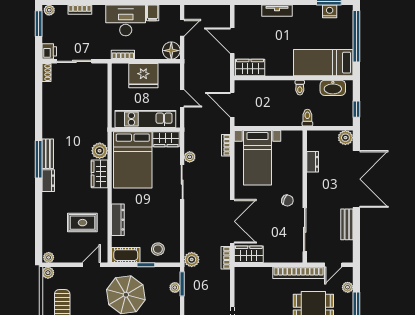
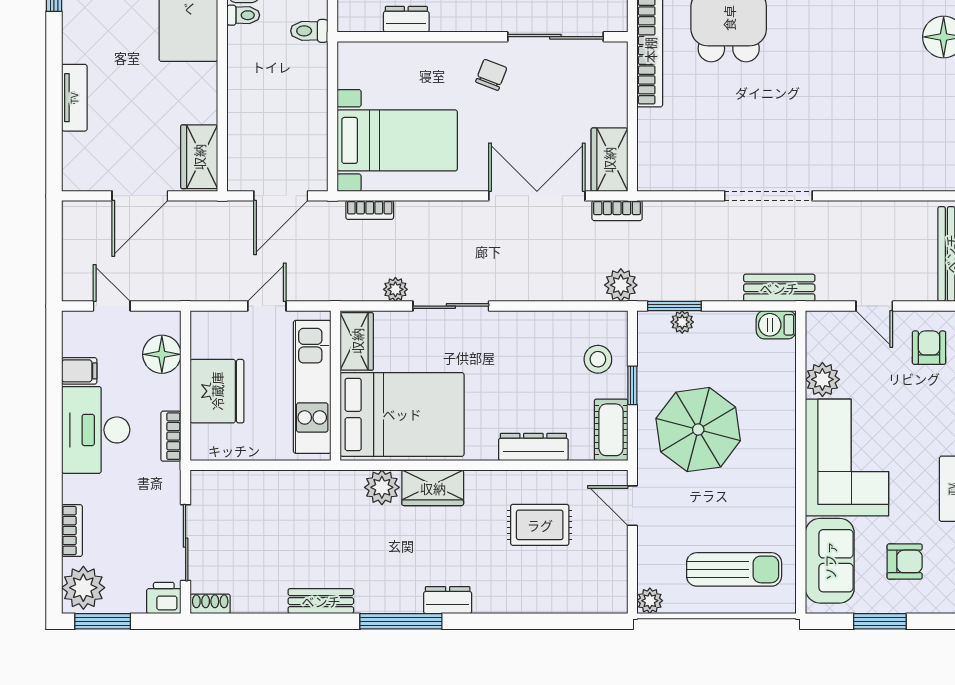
plant: (49, 10) -> (83, 588), width x1.88, depth x1.88
floor lamp: (171, 51) -> (162, 354), moved
toilet: (300, 88) -> (243, 15), moved
bench: (48, 154) -> (321, 601), moved
rug: (82, 223) -> (540, 525), turned 90
plant: (49, 257) -> (616, 599), removed

